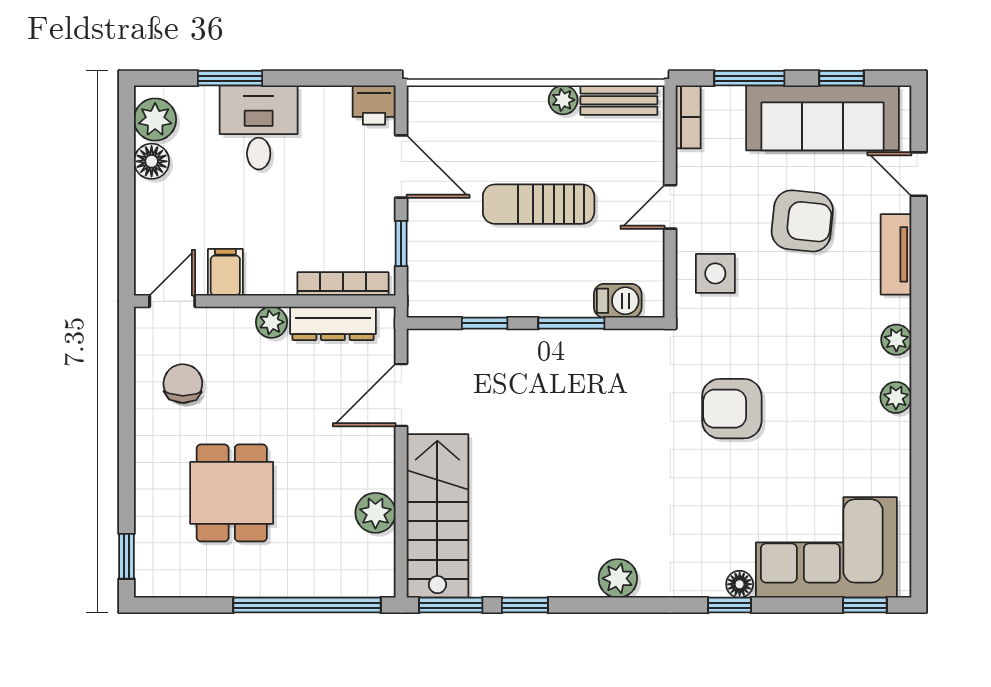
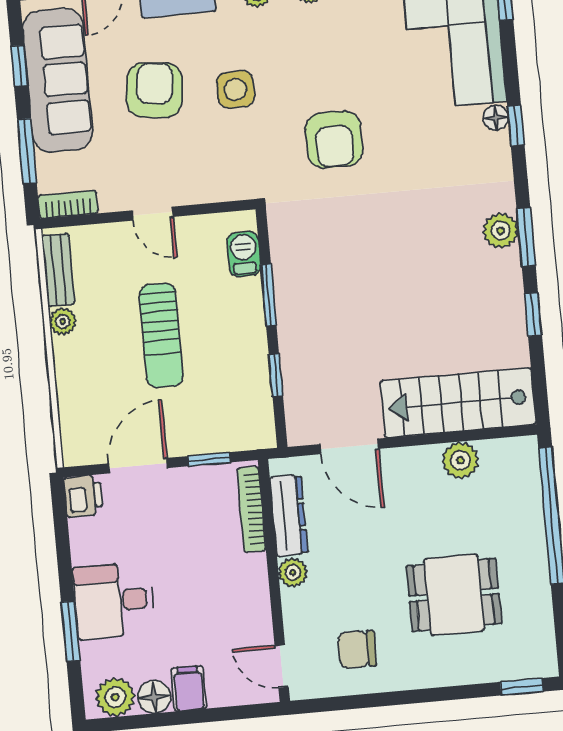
filing cabinet: (225, 272) -> (189, 688), moved, turned 90
side table: (715, 273) -> (236, 89), moved
window: (451, 605) -> (526, 237), moved

